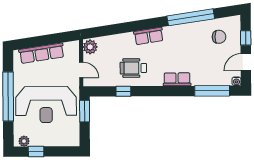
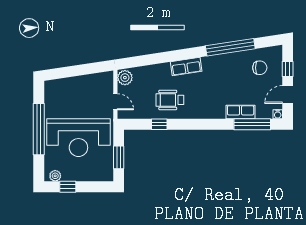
row of seats: (42, 53) -> (74, 84), removed
row of seats: (177, 79) -> (241, 112), moved
window: (85, 111) -> (119, 157), moved

